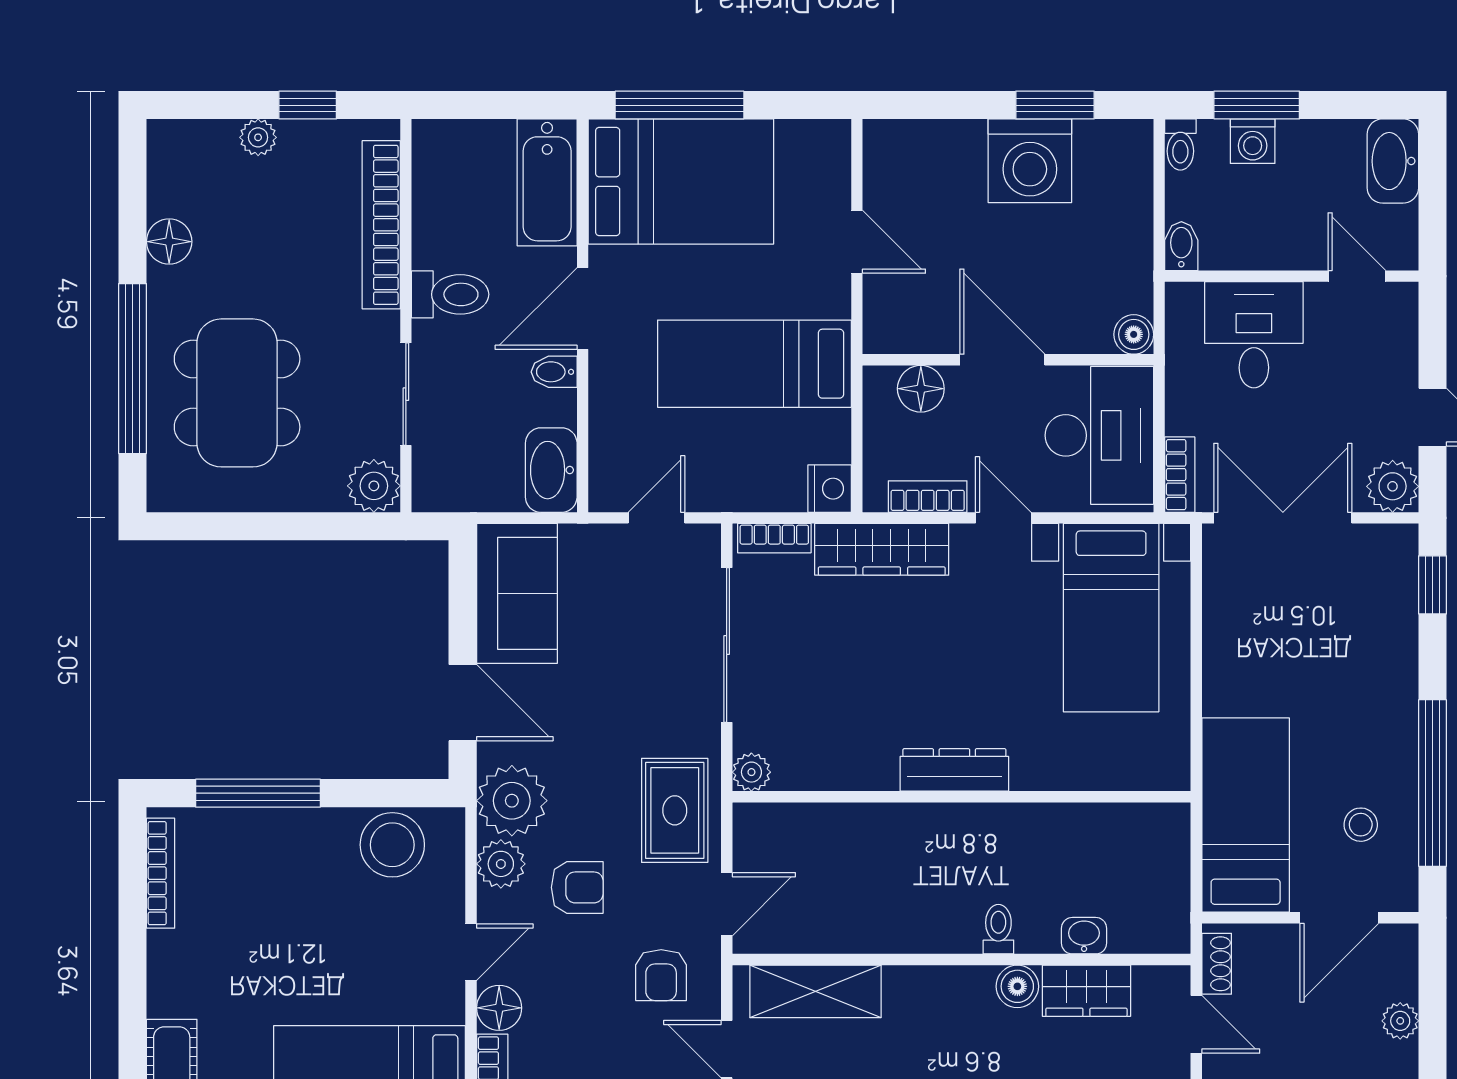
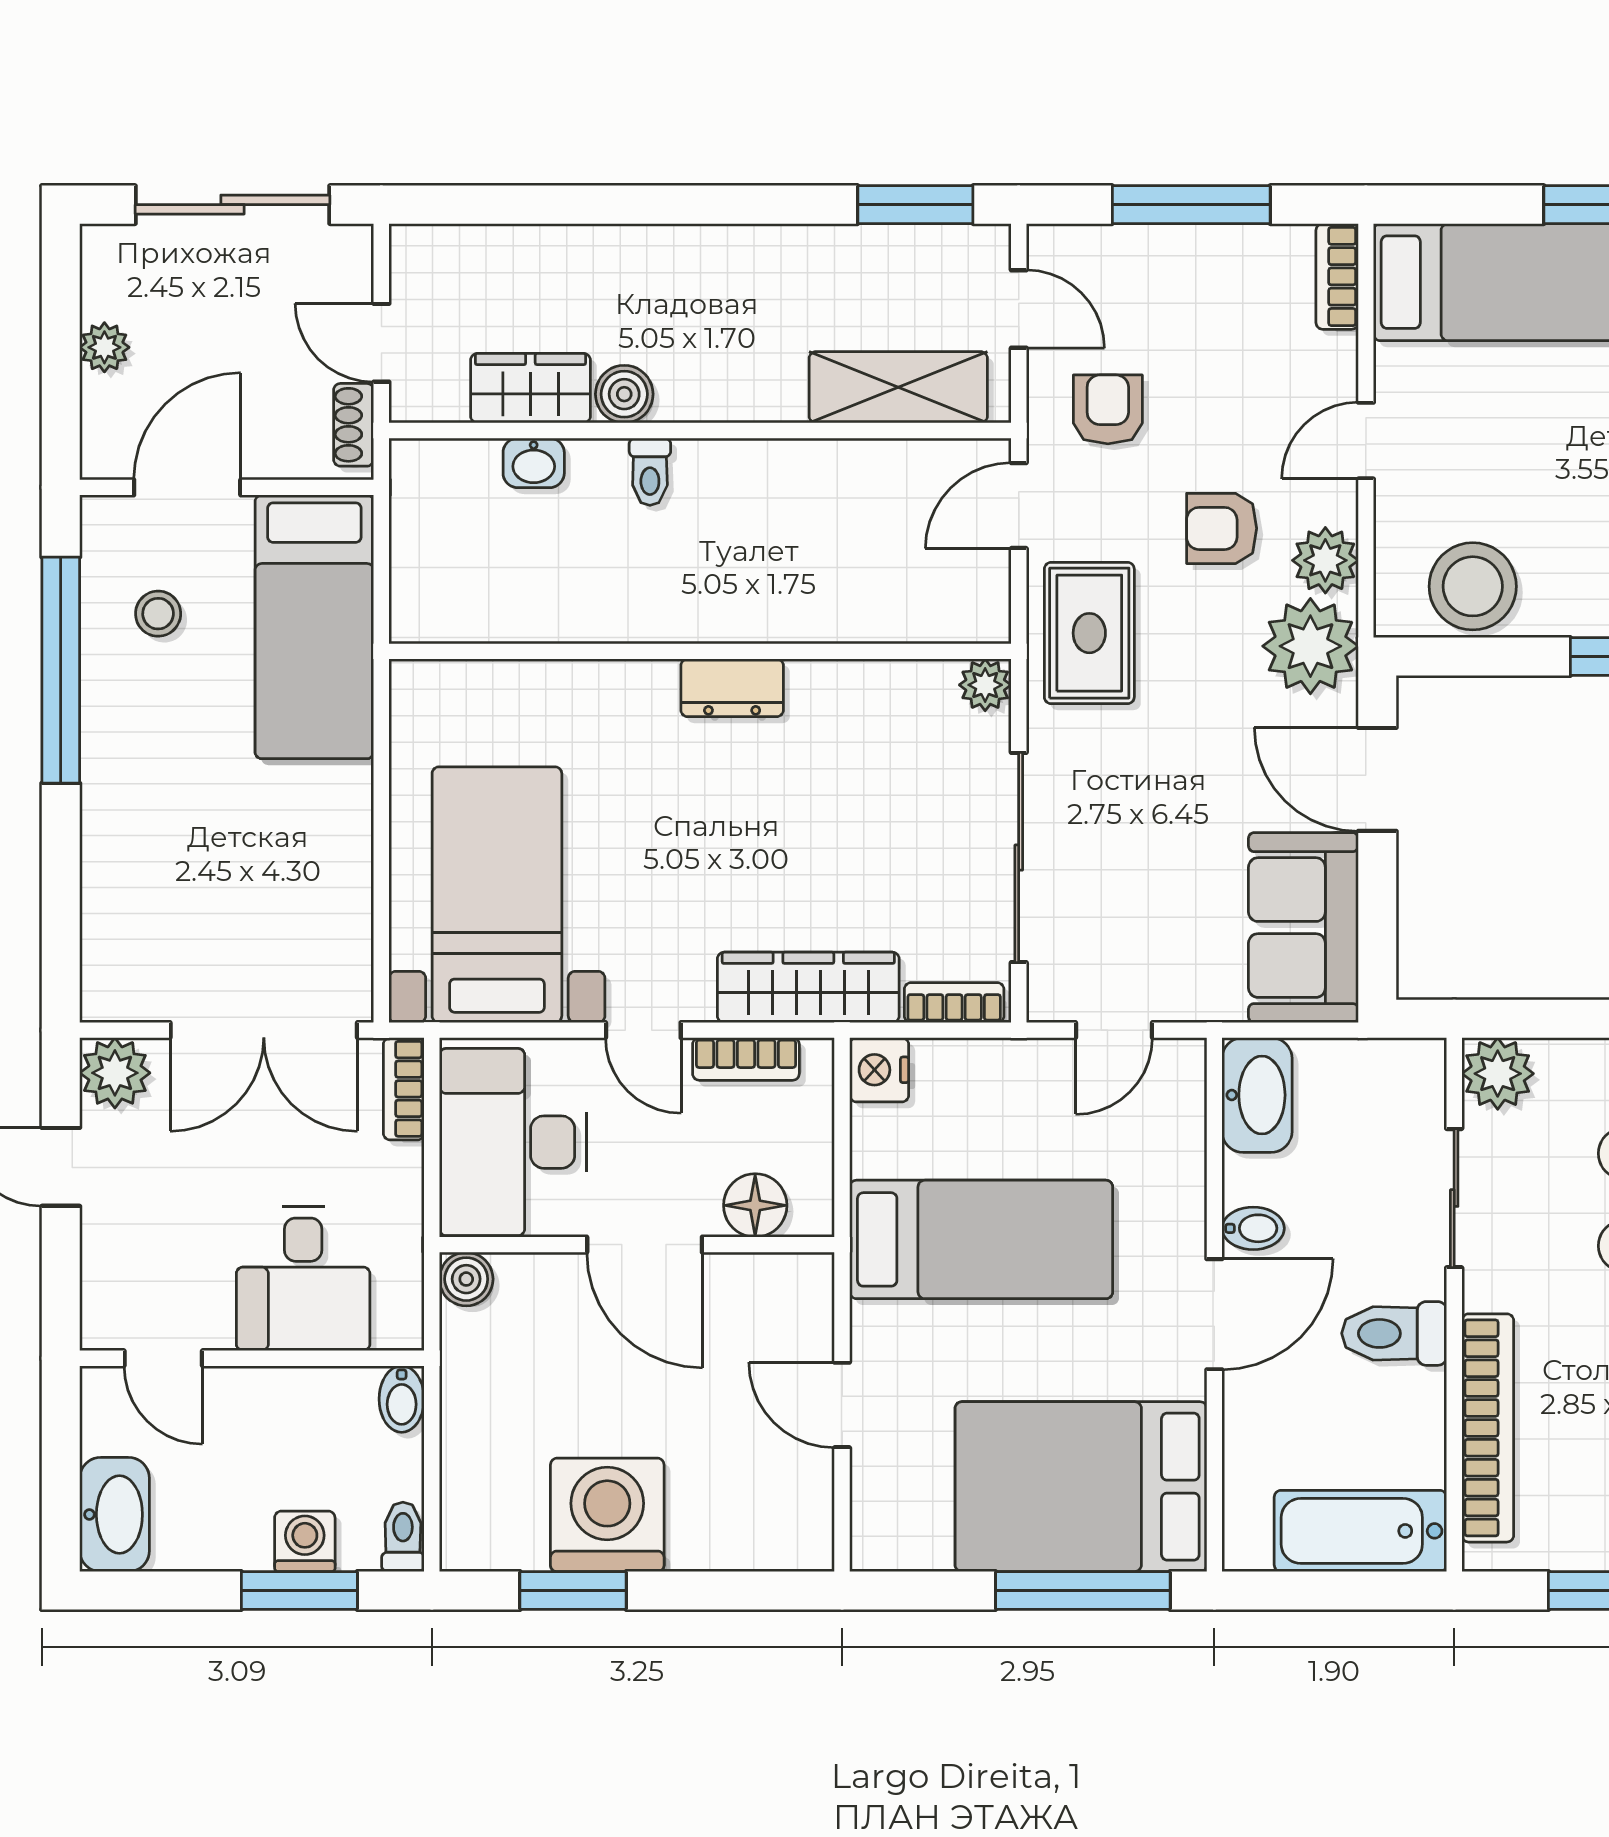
bathtub: (547, 182) -> (1360, 1531), moved, turned -90
window: (1432, 585) -> (61, 939), removed
dresser: (954, 770) -> (732, 688), width x0.70
floor lamp: (499, 1008) -> (1328, 365), removed

